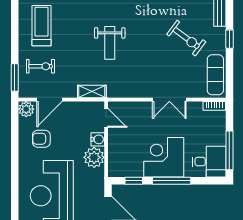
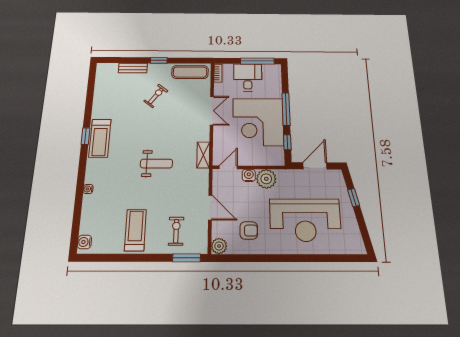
treadmill: (41, 26) -> (135, 230), turned 90
exercise bike: (186, 38) -> (156, 96), width x0.73, depth x0.72
shelving: (92, 92) -> (203, 155), moved
door: (50, 100) -> (210, 208), moved
armchair: (41, 139) -> (249, 230), turned -90
corner desk: (164, 157) -> (258, 122), width x1.36, depth x1.36
desk: (209, 162) -> (248, 77), moved

